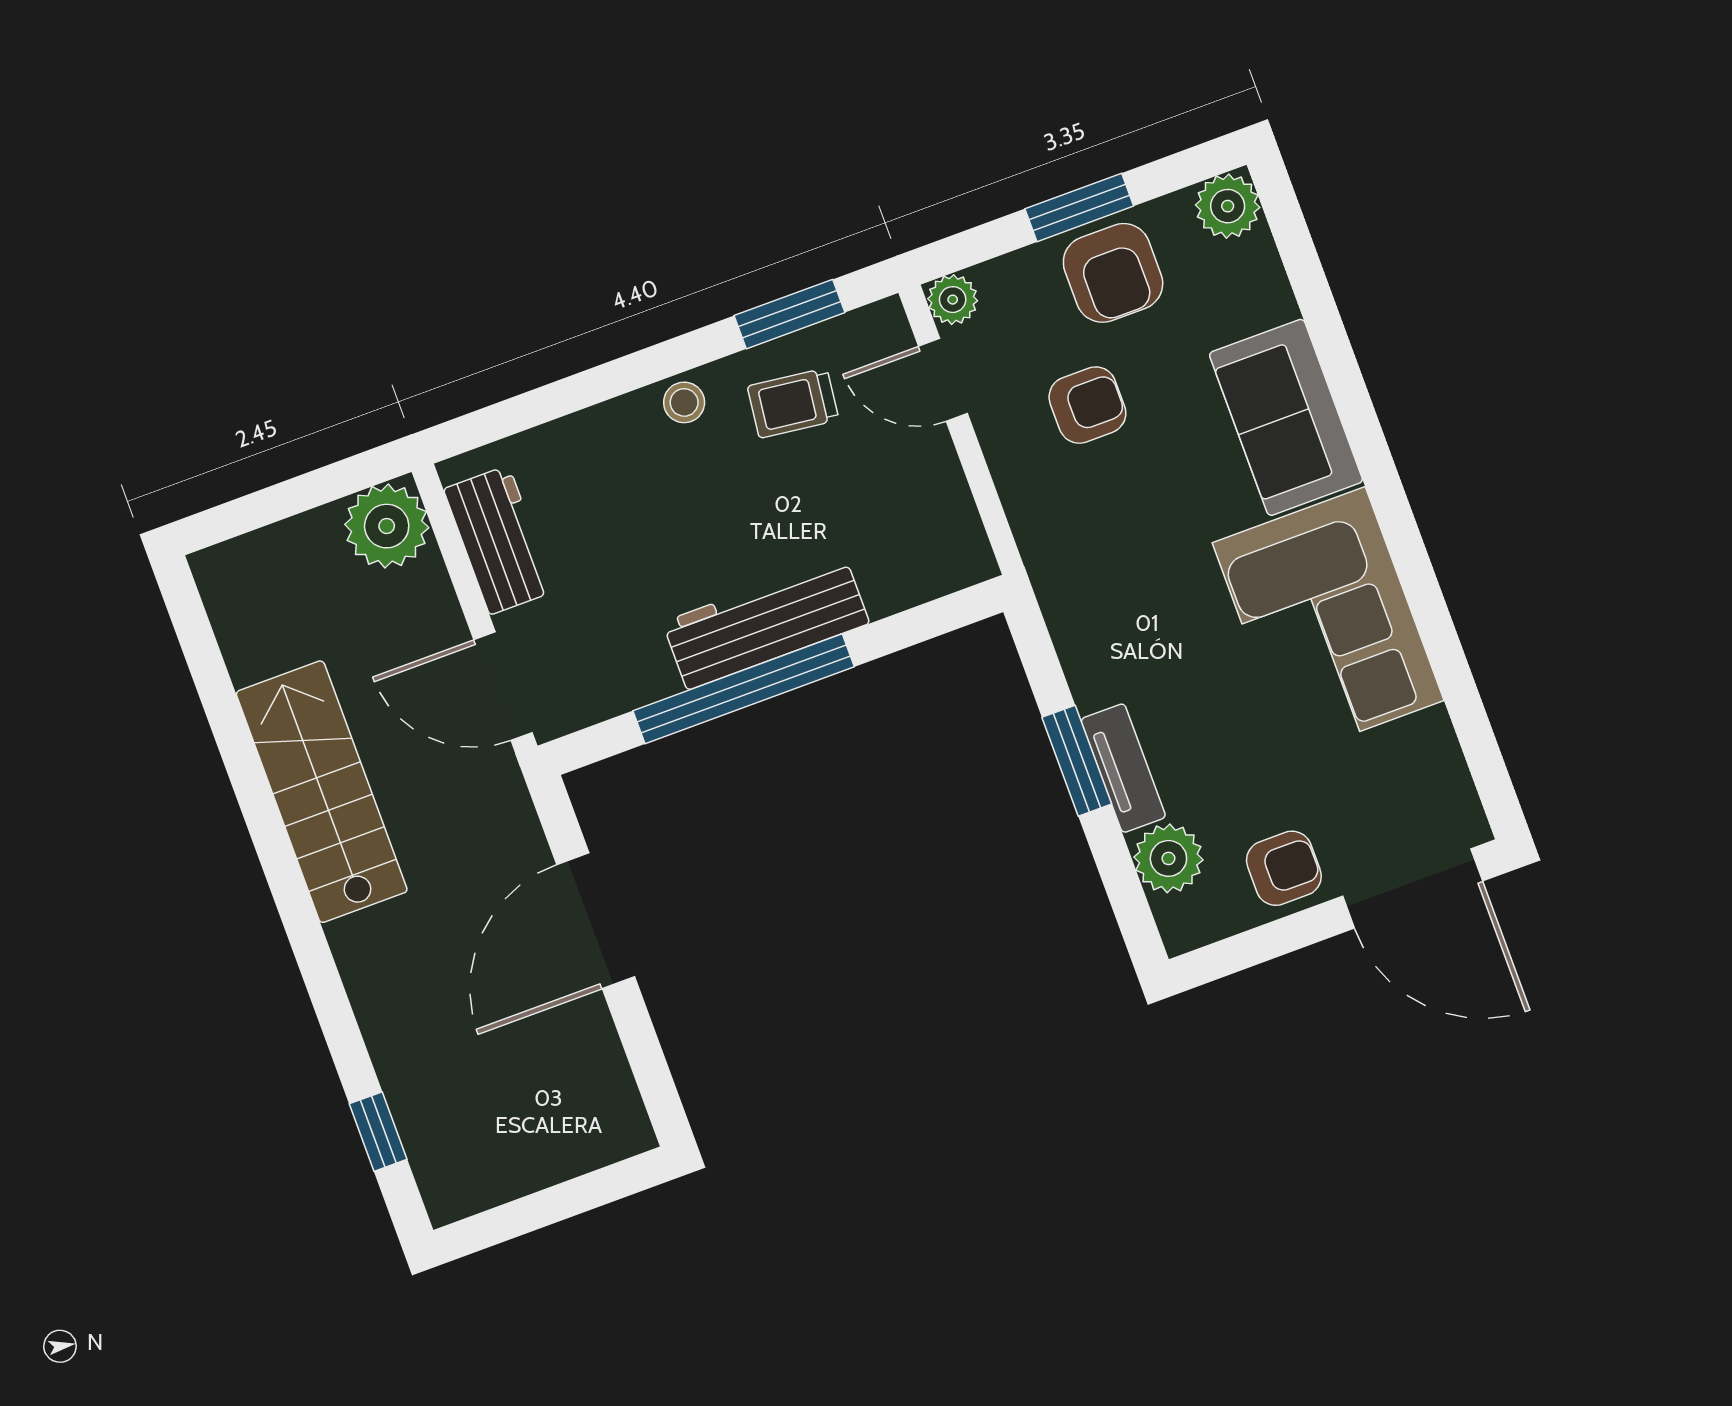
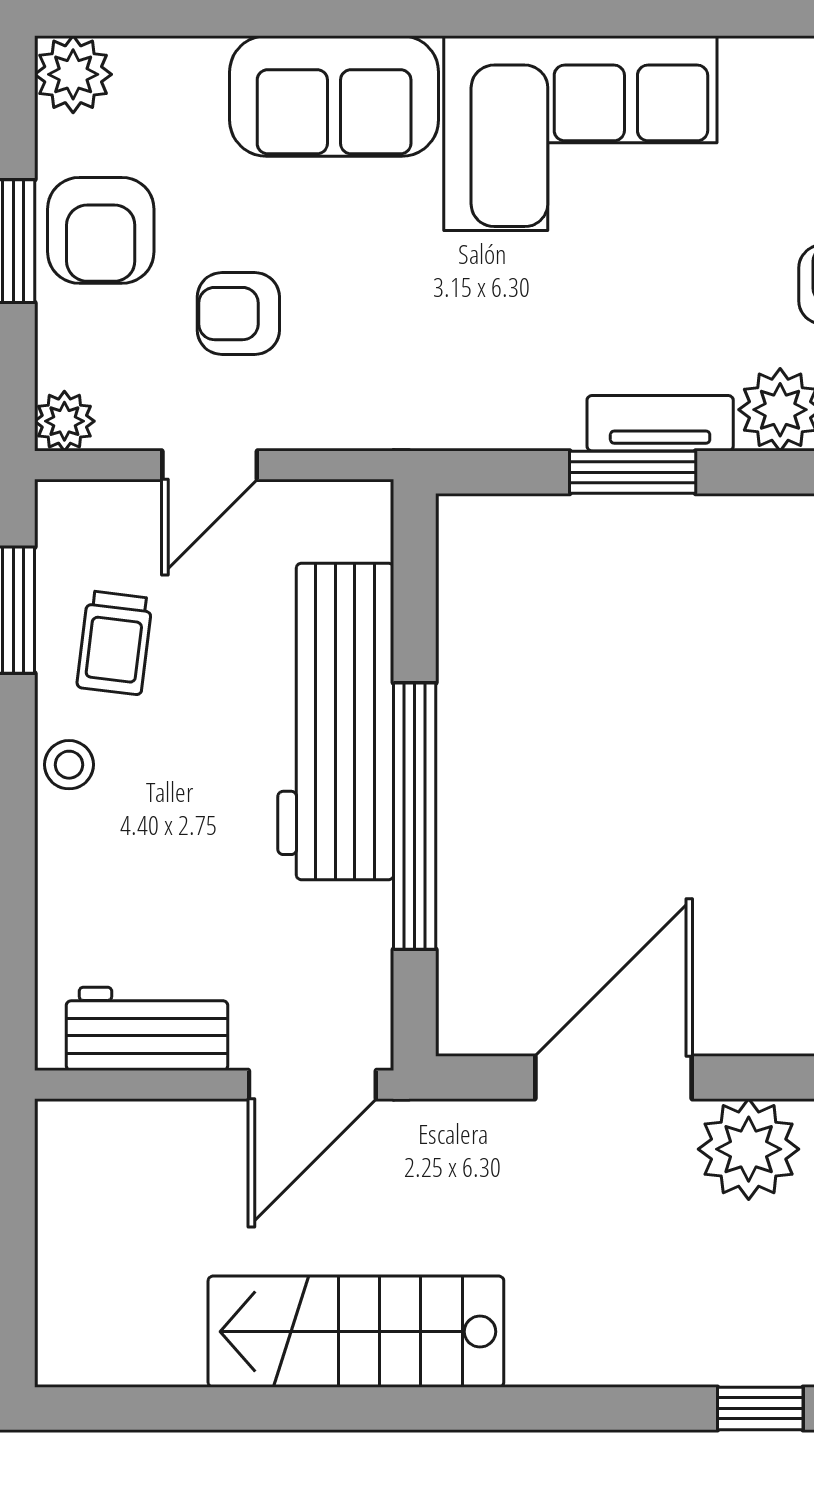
armchair: (1113, 273) -> (101, 230), turned 90
door: (943, 380) -> (210, 465), moved
armchair: (1087, 405) -> (238, 314), turned -90
plant: (387, 526) -> (749, 1149), moved
workbench: (766, 623) -> (336, 721), width x1.36, depth x1.32
door: (596, 921) -> (614, 1078), swing flipped

